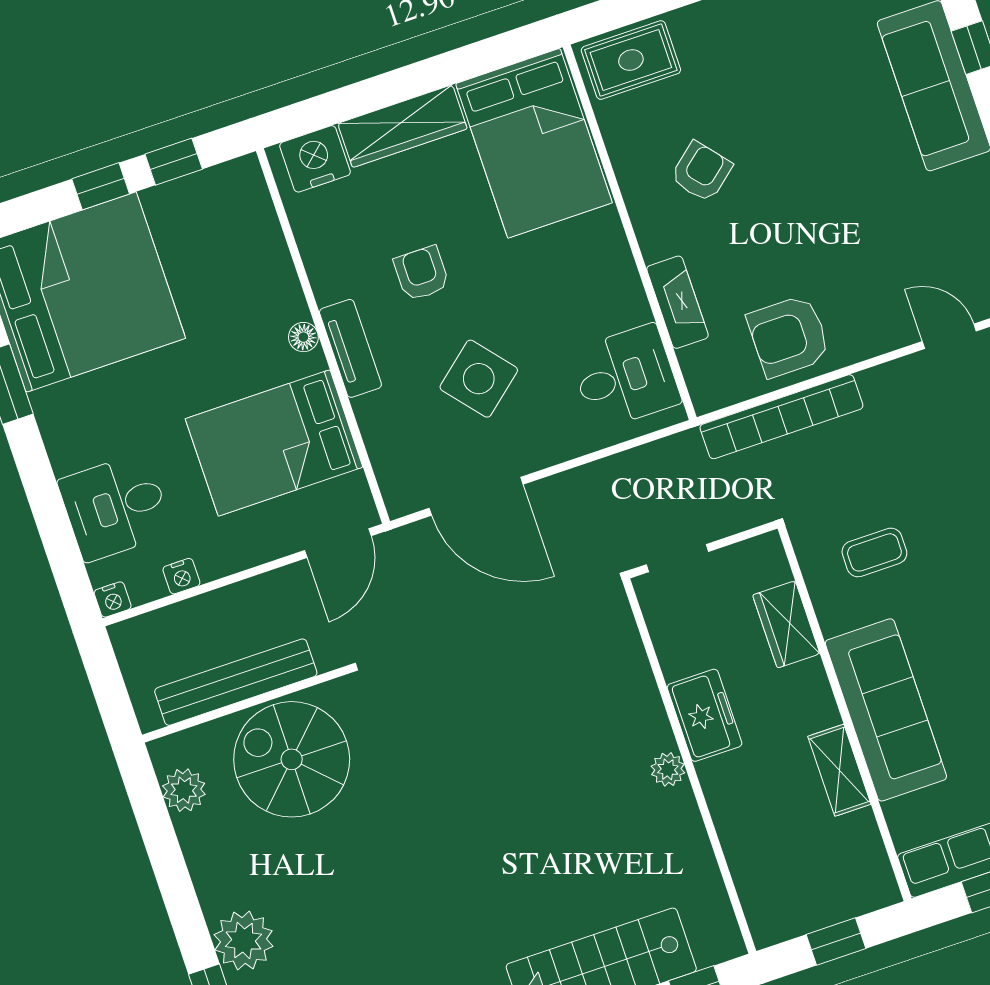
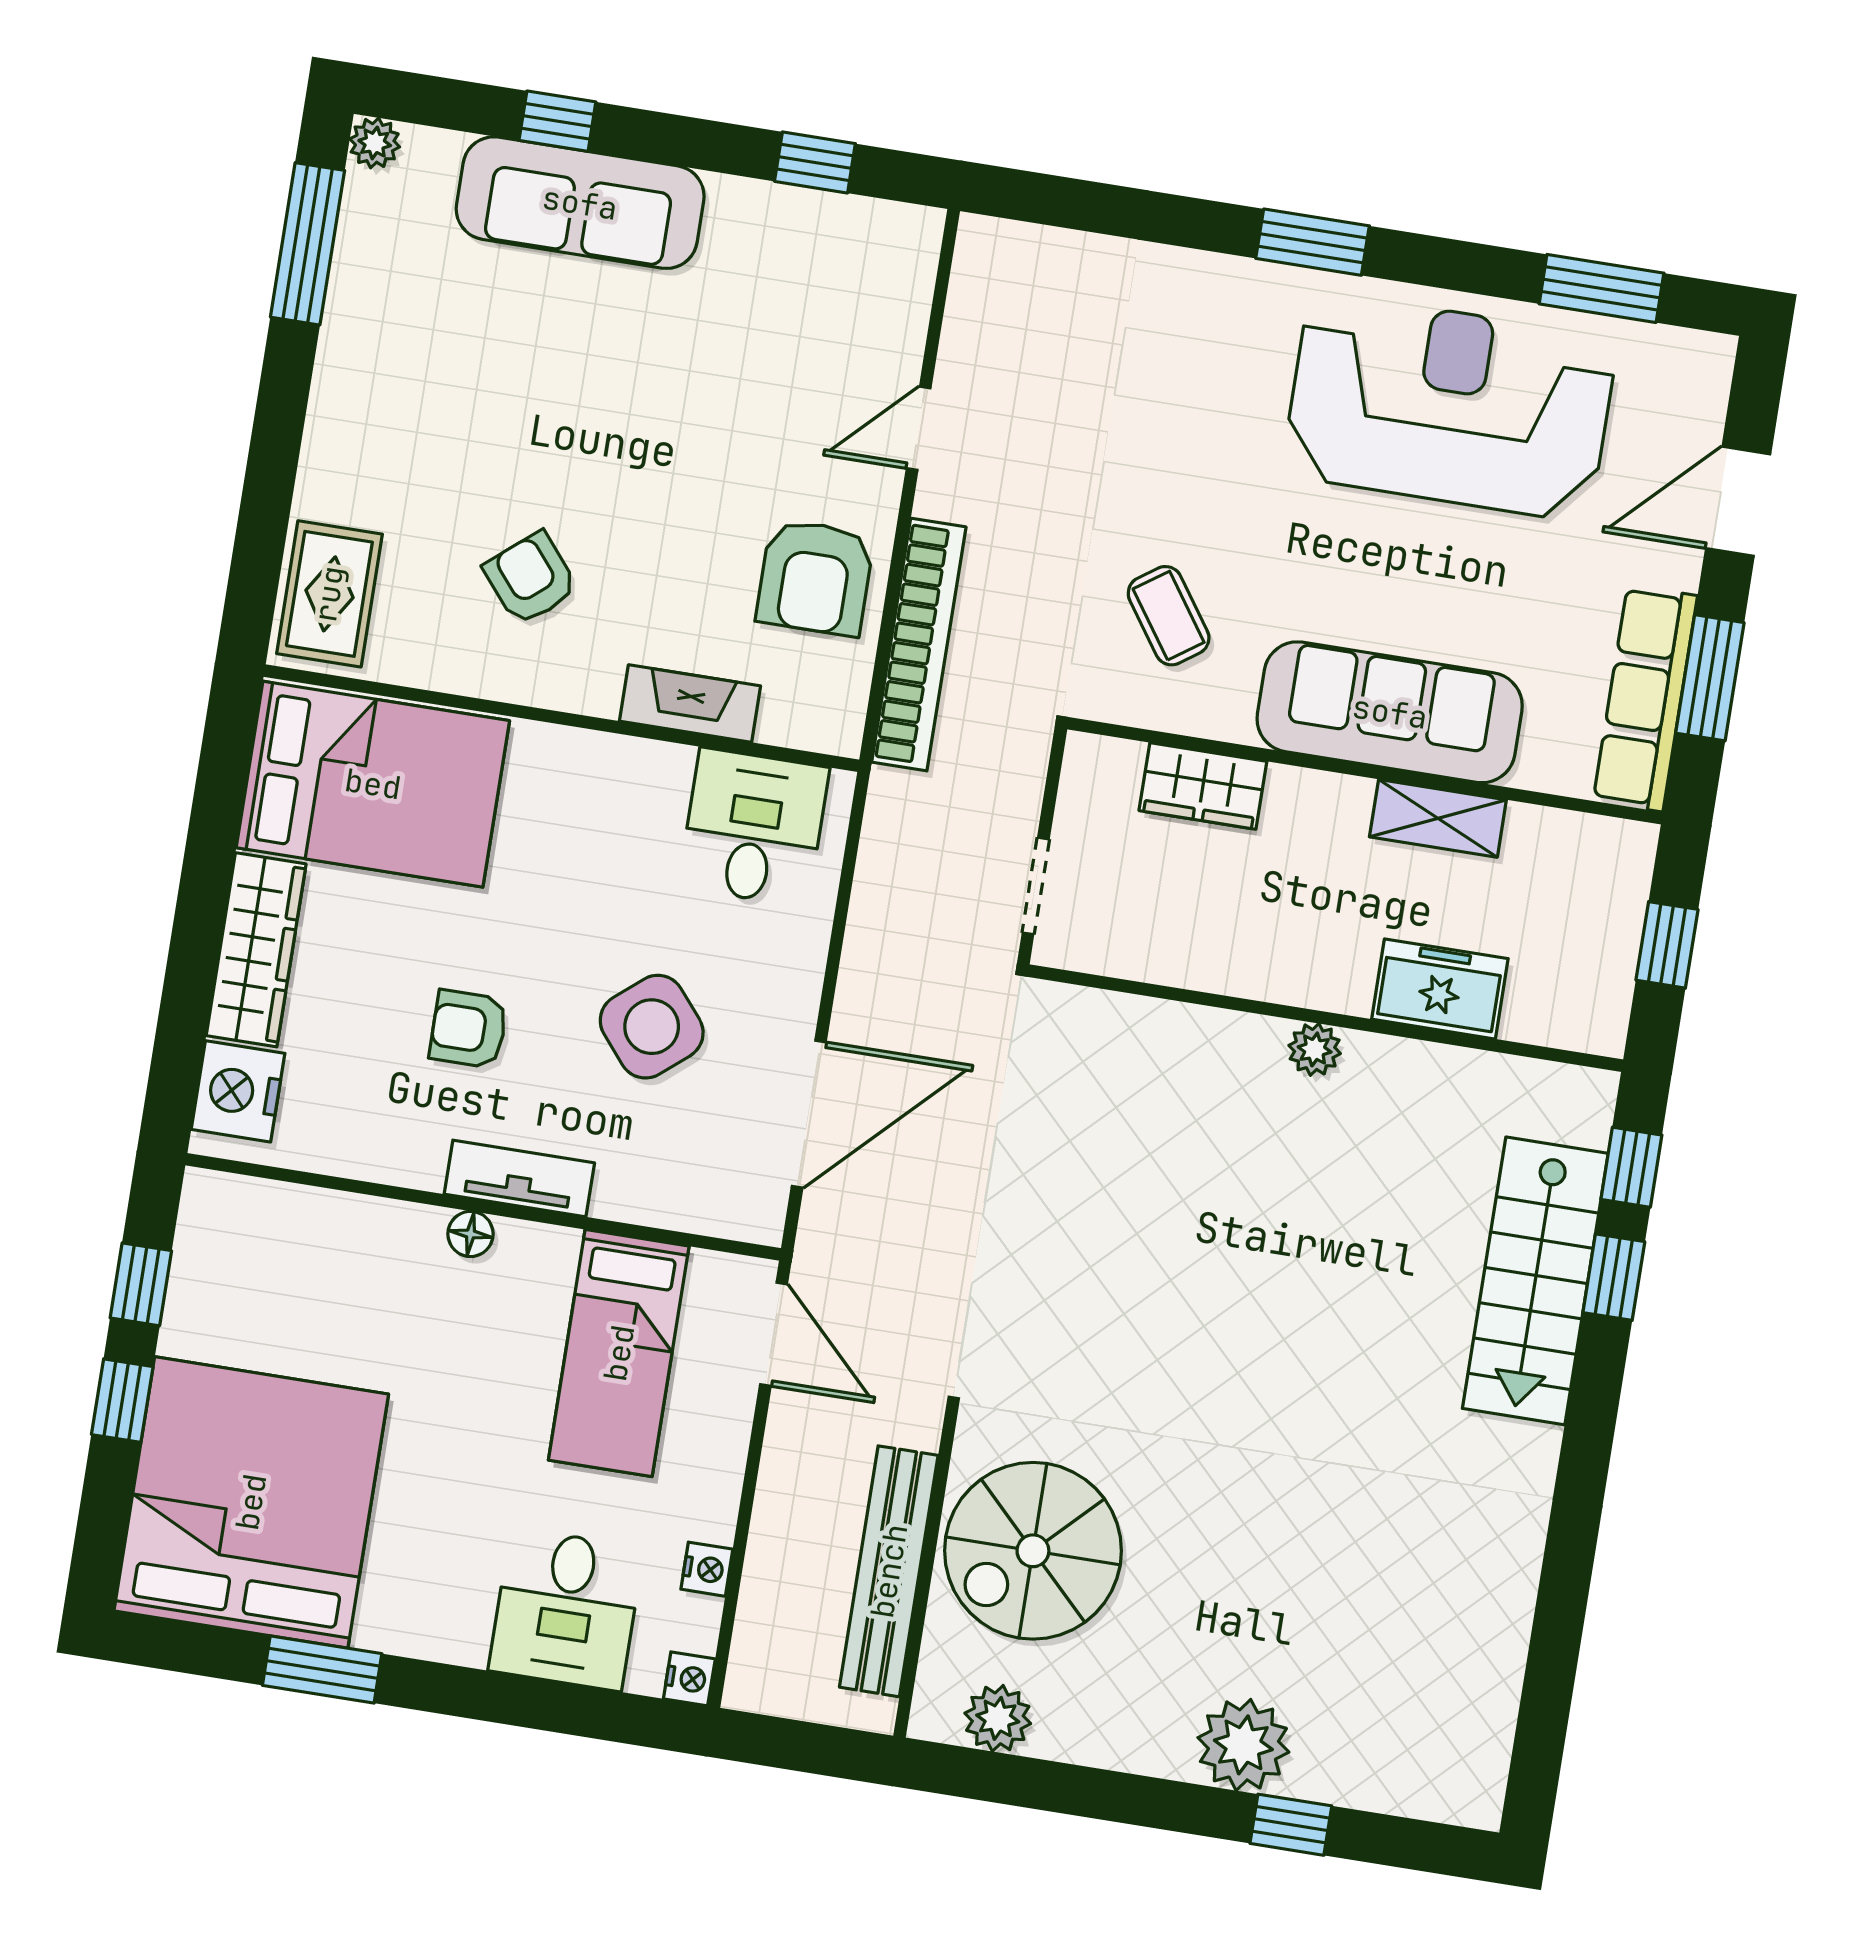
door: (949, 336) -> (919, 428), moved
bed: (274, 443) -> (619, 1353), width x0.67
coffee table: (874, 552) -> (1169, 616), turned -35
freezer: (705, 715) -> (1440, 989), moved

